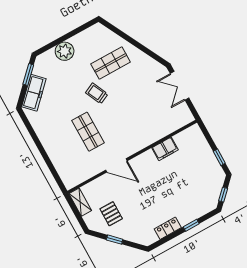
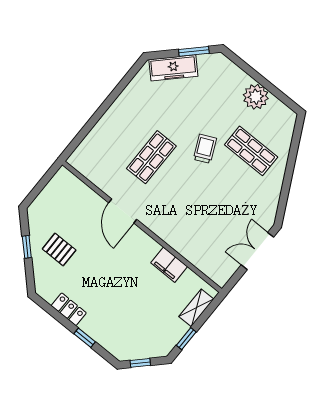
plant: (65, 51) -> (256, 97), moved
shelving: (80, 202) -> (196, 308), moved
pallet: (111, 214) -> (59, 249), moved, turned 90

